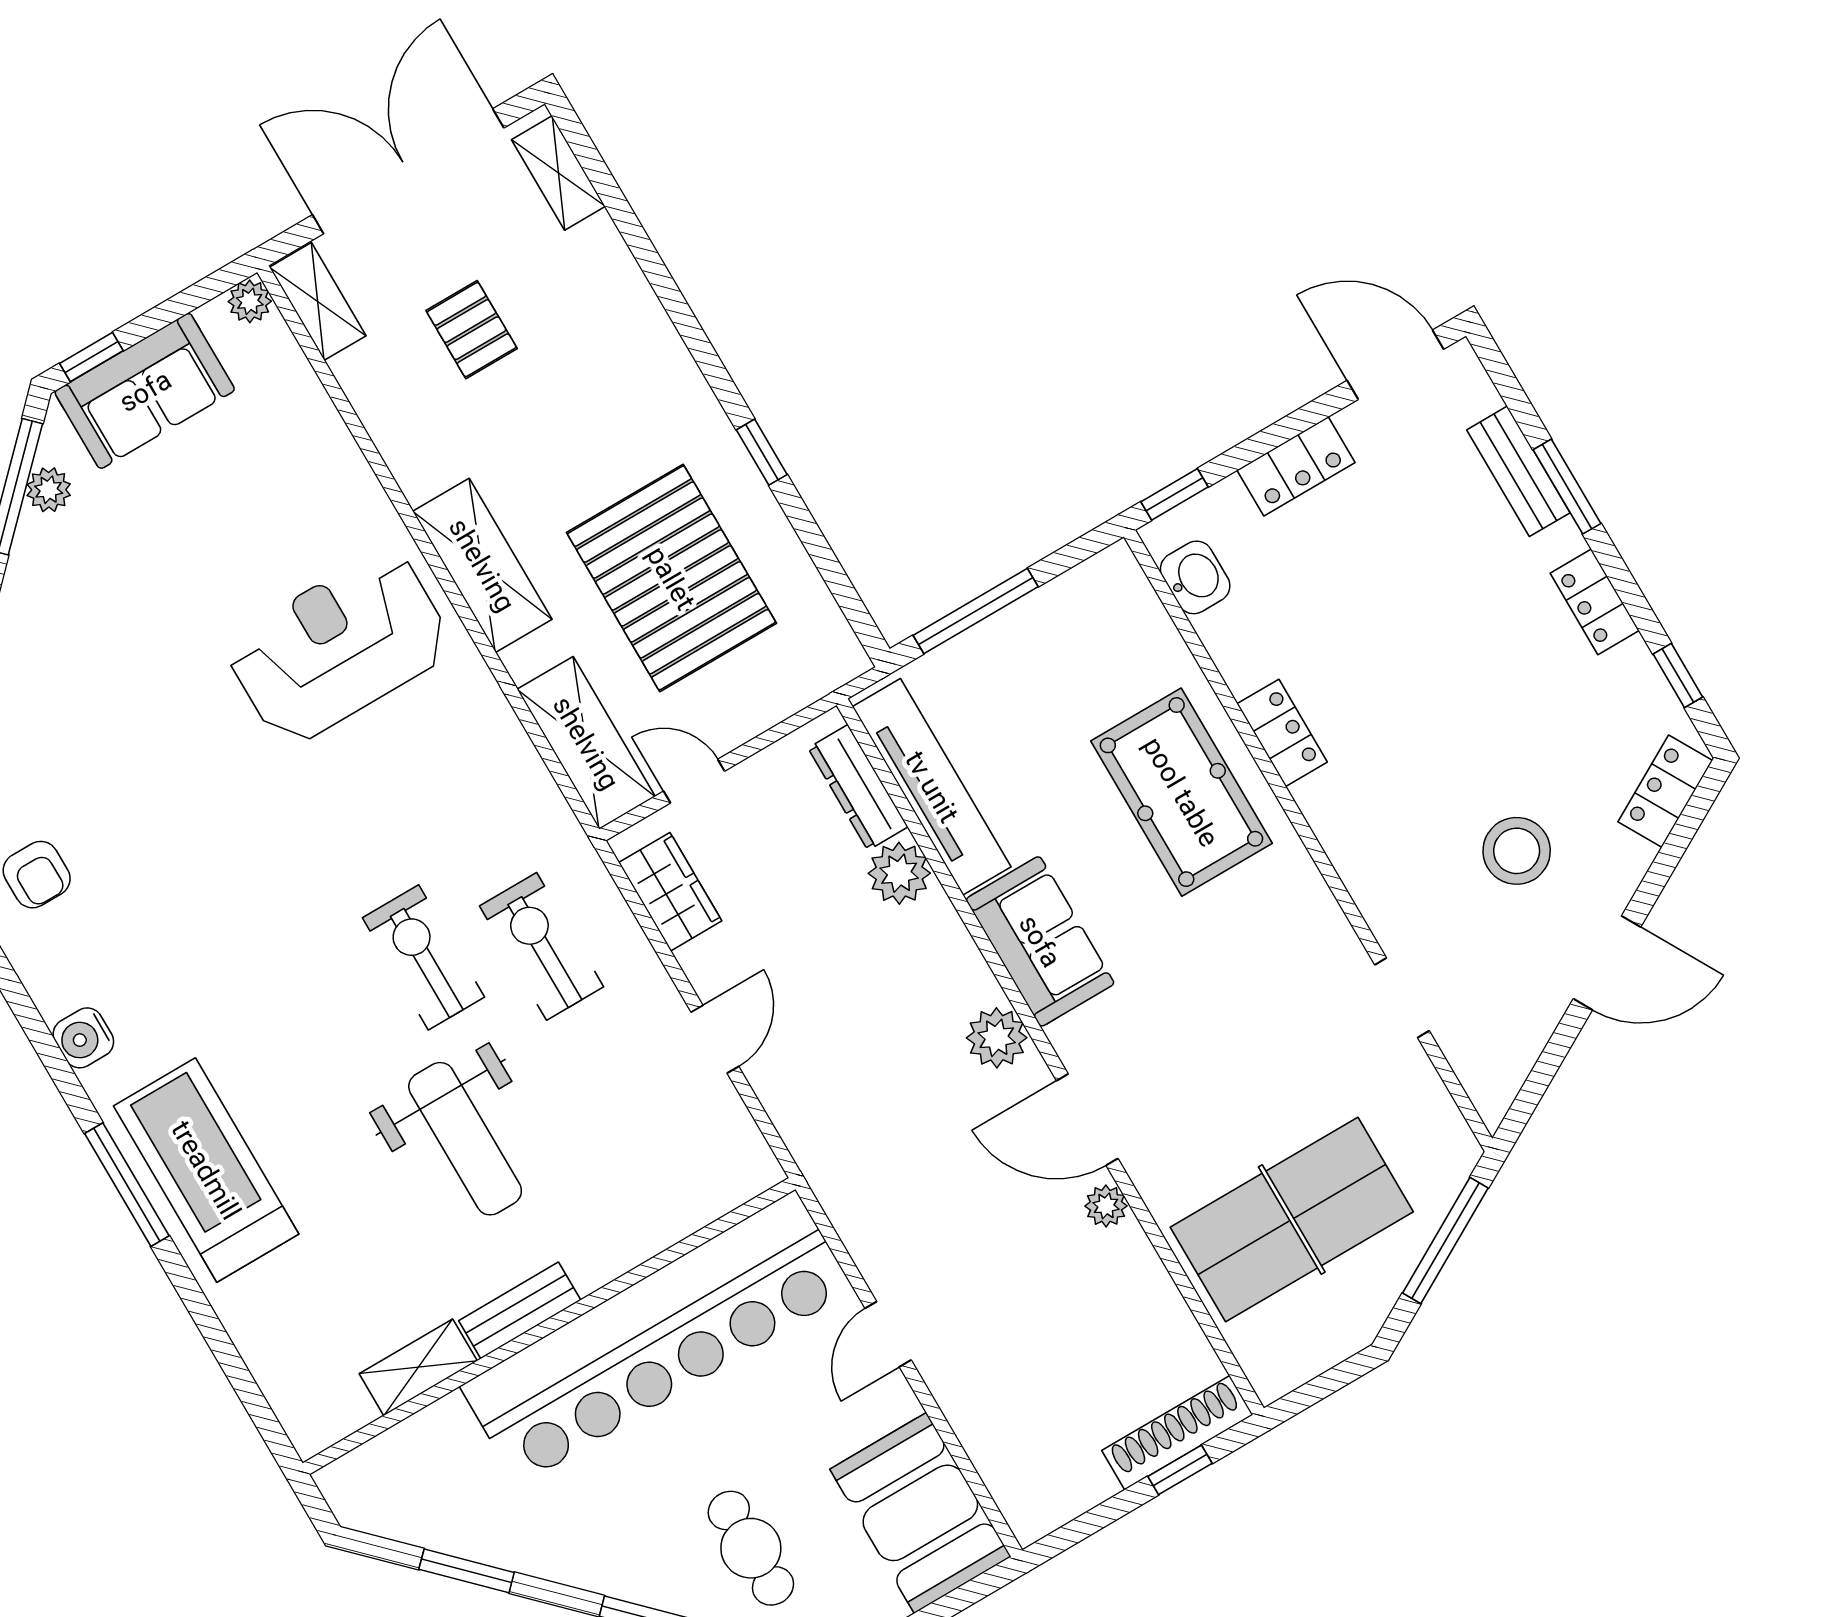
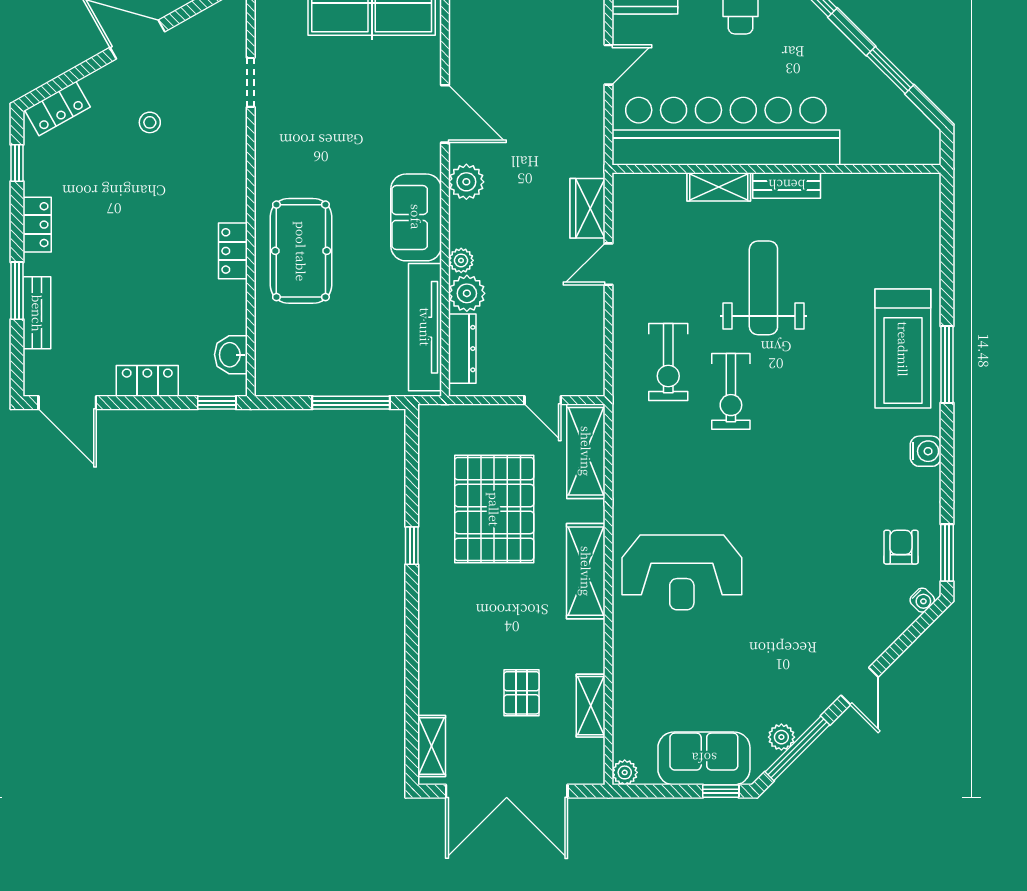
shelving: (318, 301) -> (591, 706), moved
stool: (1517, 851) -> (150, 122), width x0.53, depth x0.53
wardrobe: (670, 892) -> (587, 208), moved
plant: (1106, 1206) -> (461, 260), moved
shelving: (418, 1367) -> (719, 187), moved

